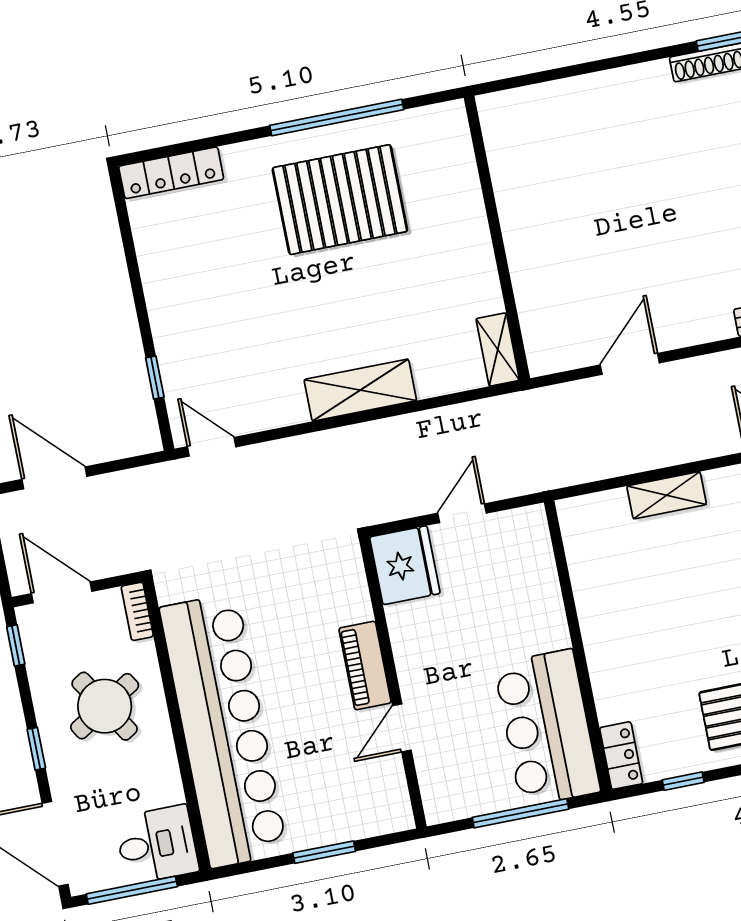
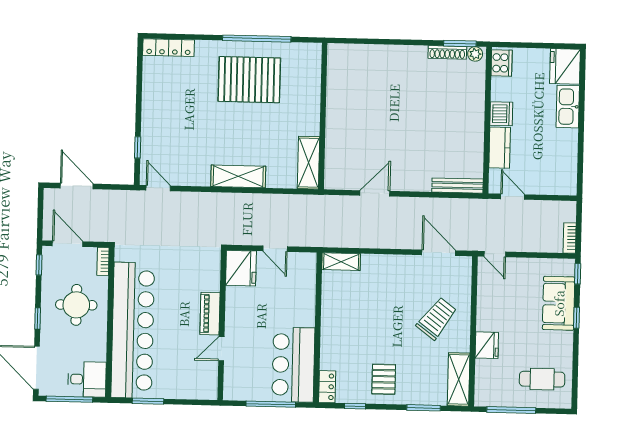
shelving: (498, 349) -> (308, 163), width x1.50, depth x1.33
shelving: (667, 495) -> (341, 262), moved
door: (462, 513) -> (275, 249), swing flipped
round table: (105, 706) -> (76, 305), turned 32
window: (324, 852) -> (148, 401), moved

